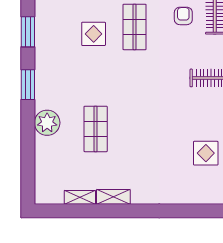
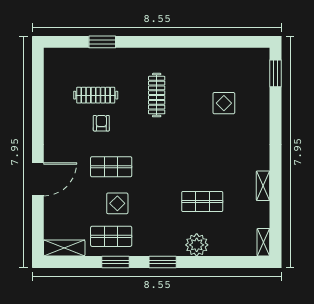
armchair: (183, 16) -> (101, 123), turned 90
shop shelf: (57, 27) -> (111, 236), added
shelving: (80, 197) -> (263, 242), moved

